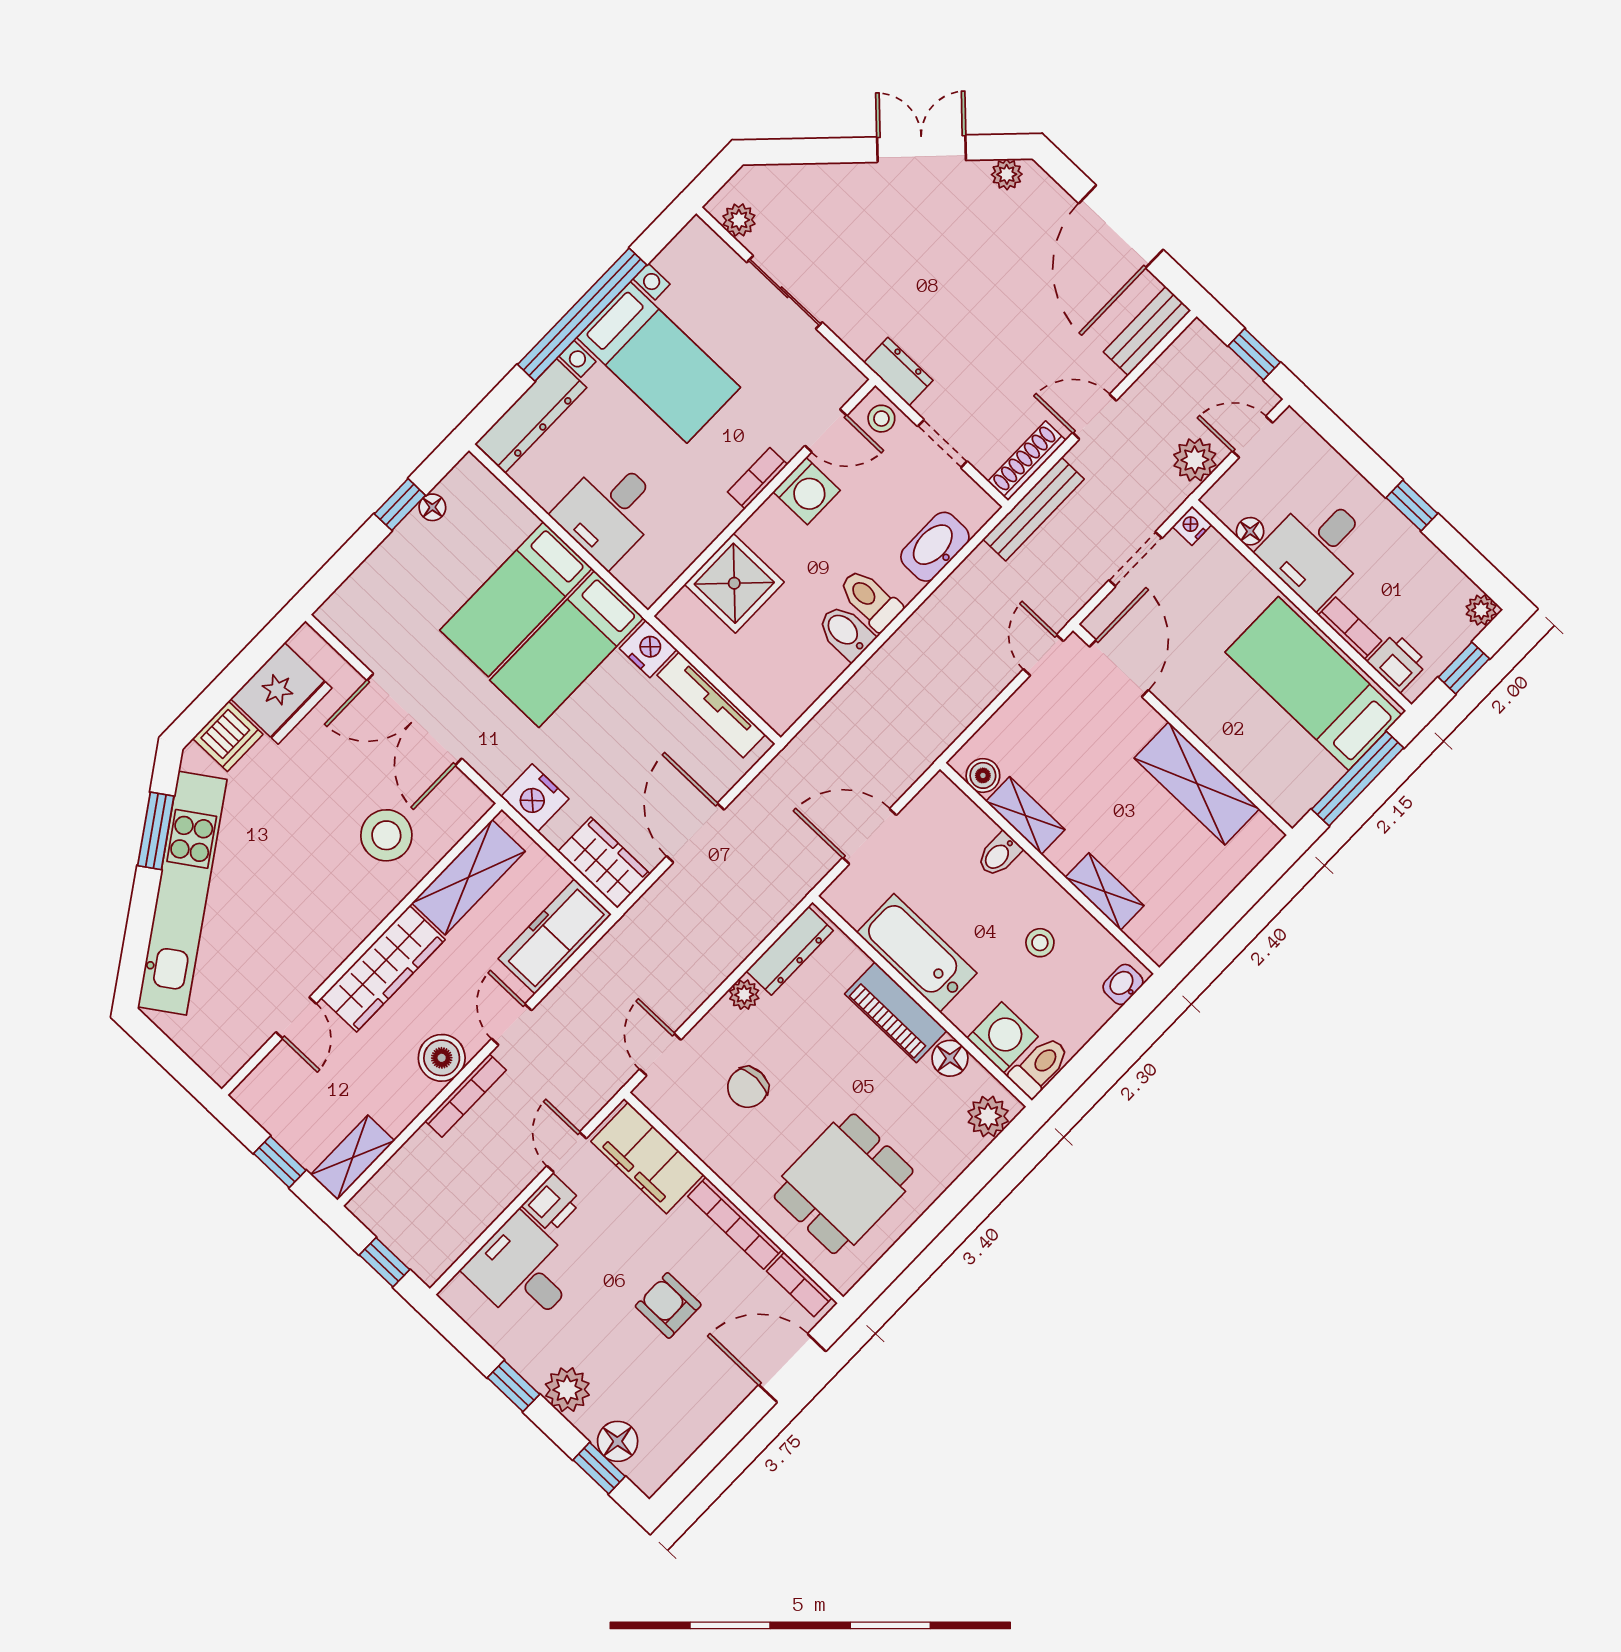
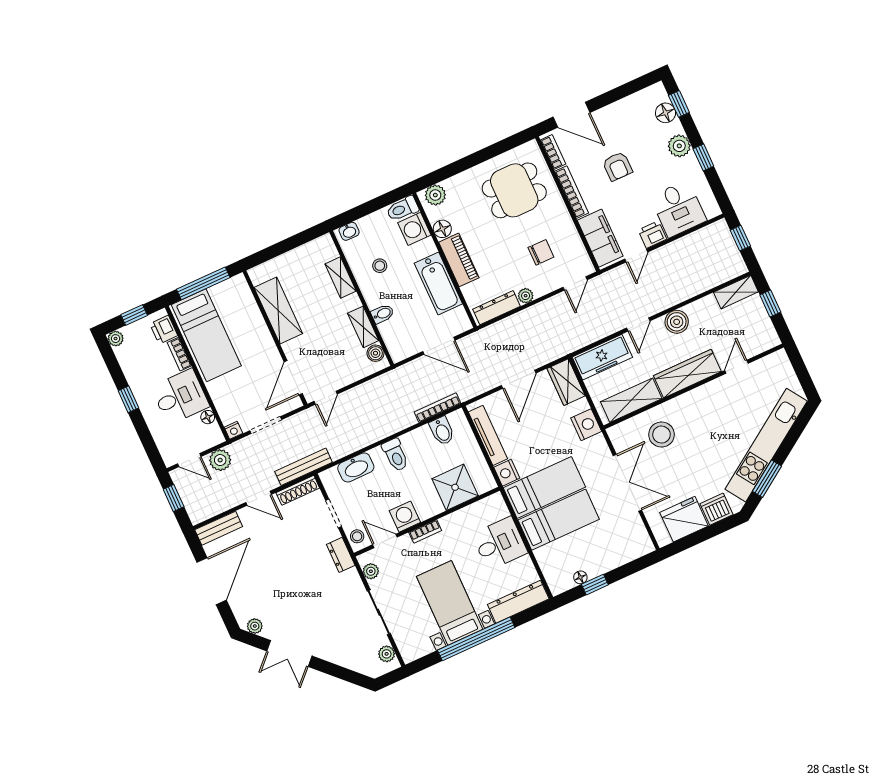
plant: (830, 363) -> (371, 571), added
bidet: (845, 632) -> (442, 431), moved
bookcase: (466, 1095) -> (437, 408), moved

